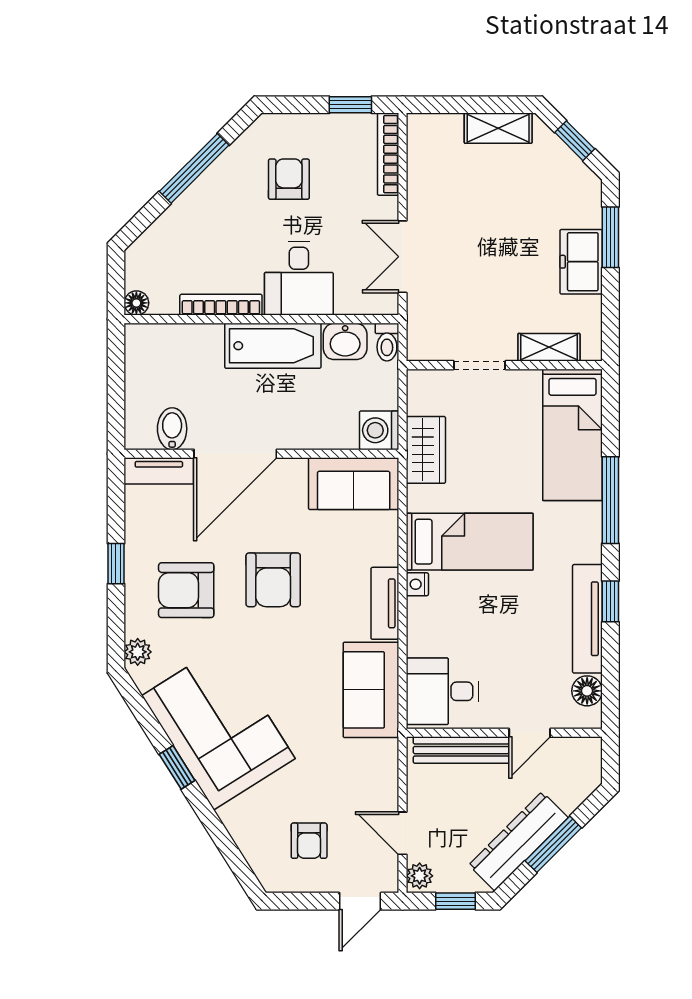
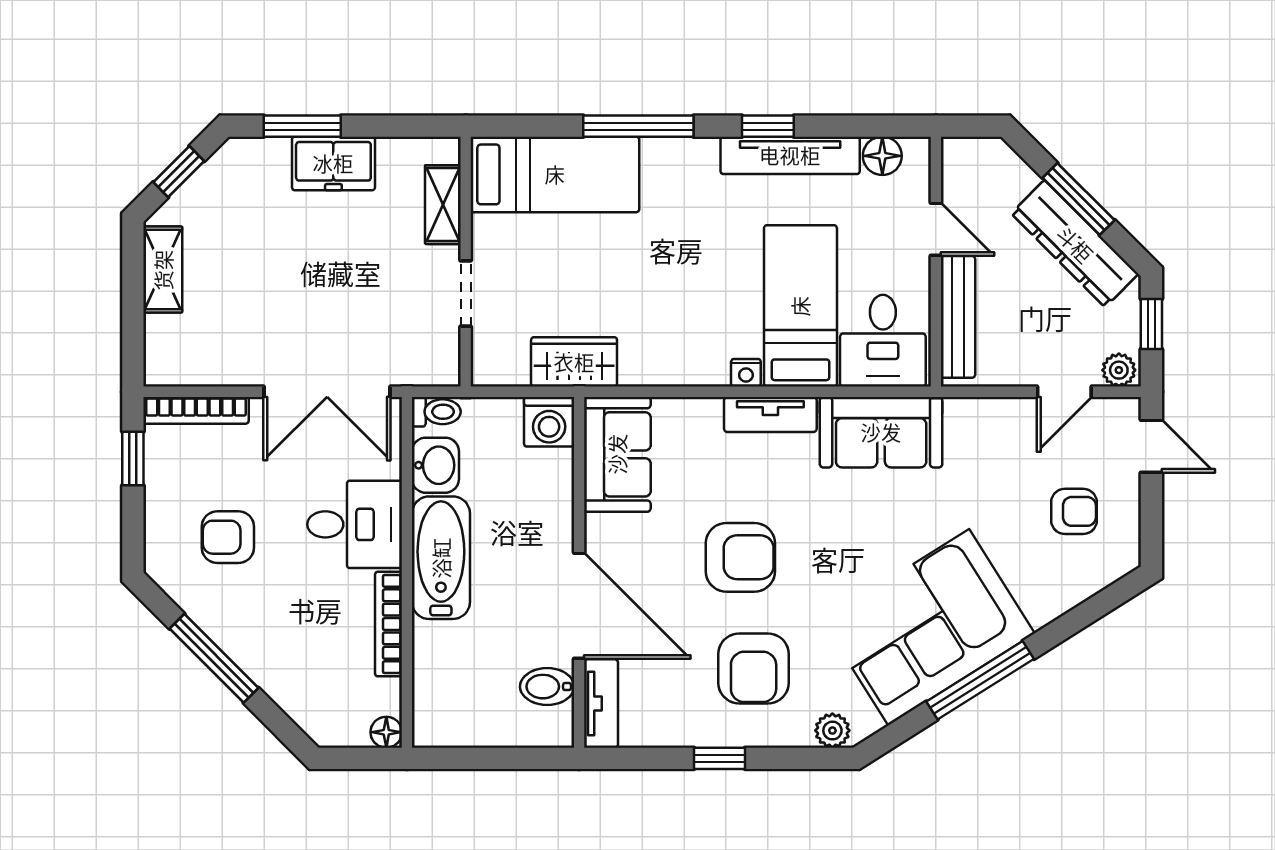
double door: (403, 257) -> (327, 392), width x1.37
bed: (470, 542) -> (800, 306), moved
window: (177, 767) -> (980, 680), width x2.17

